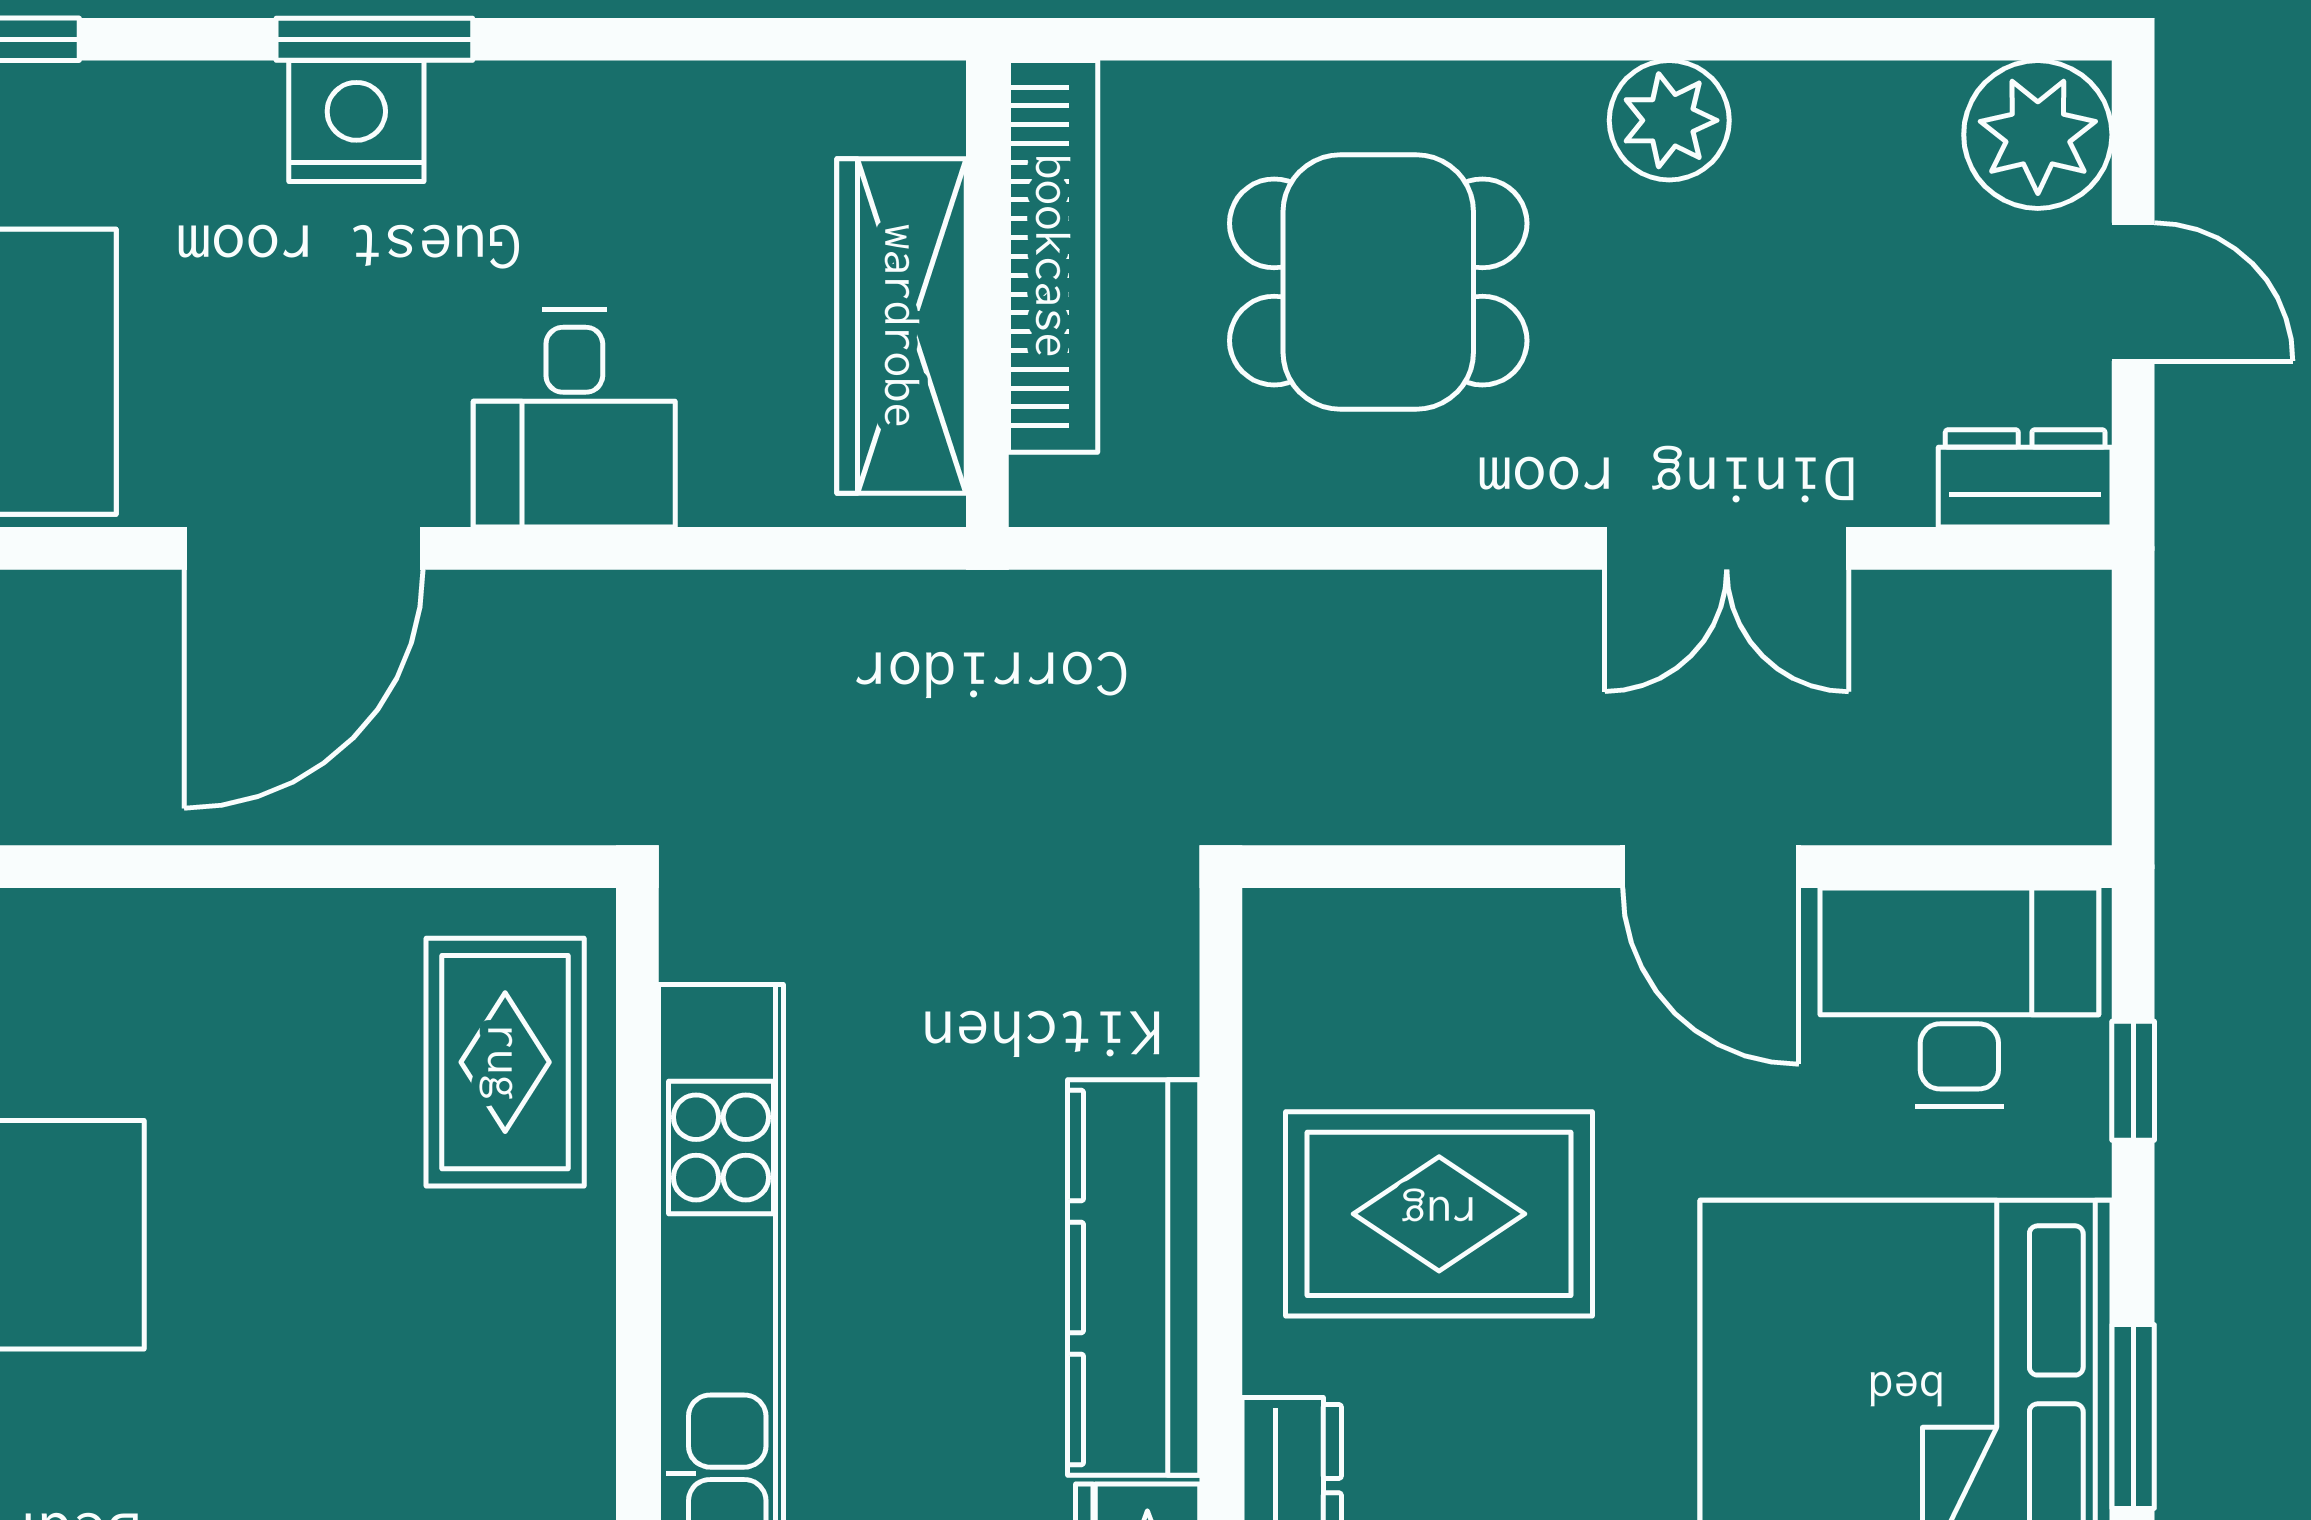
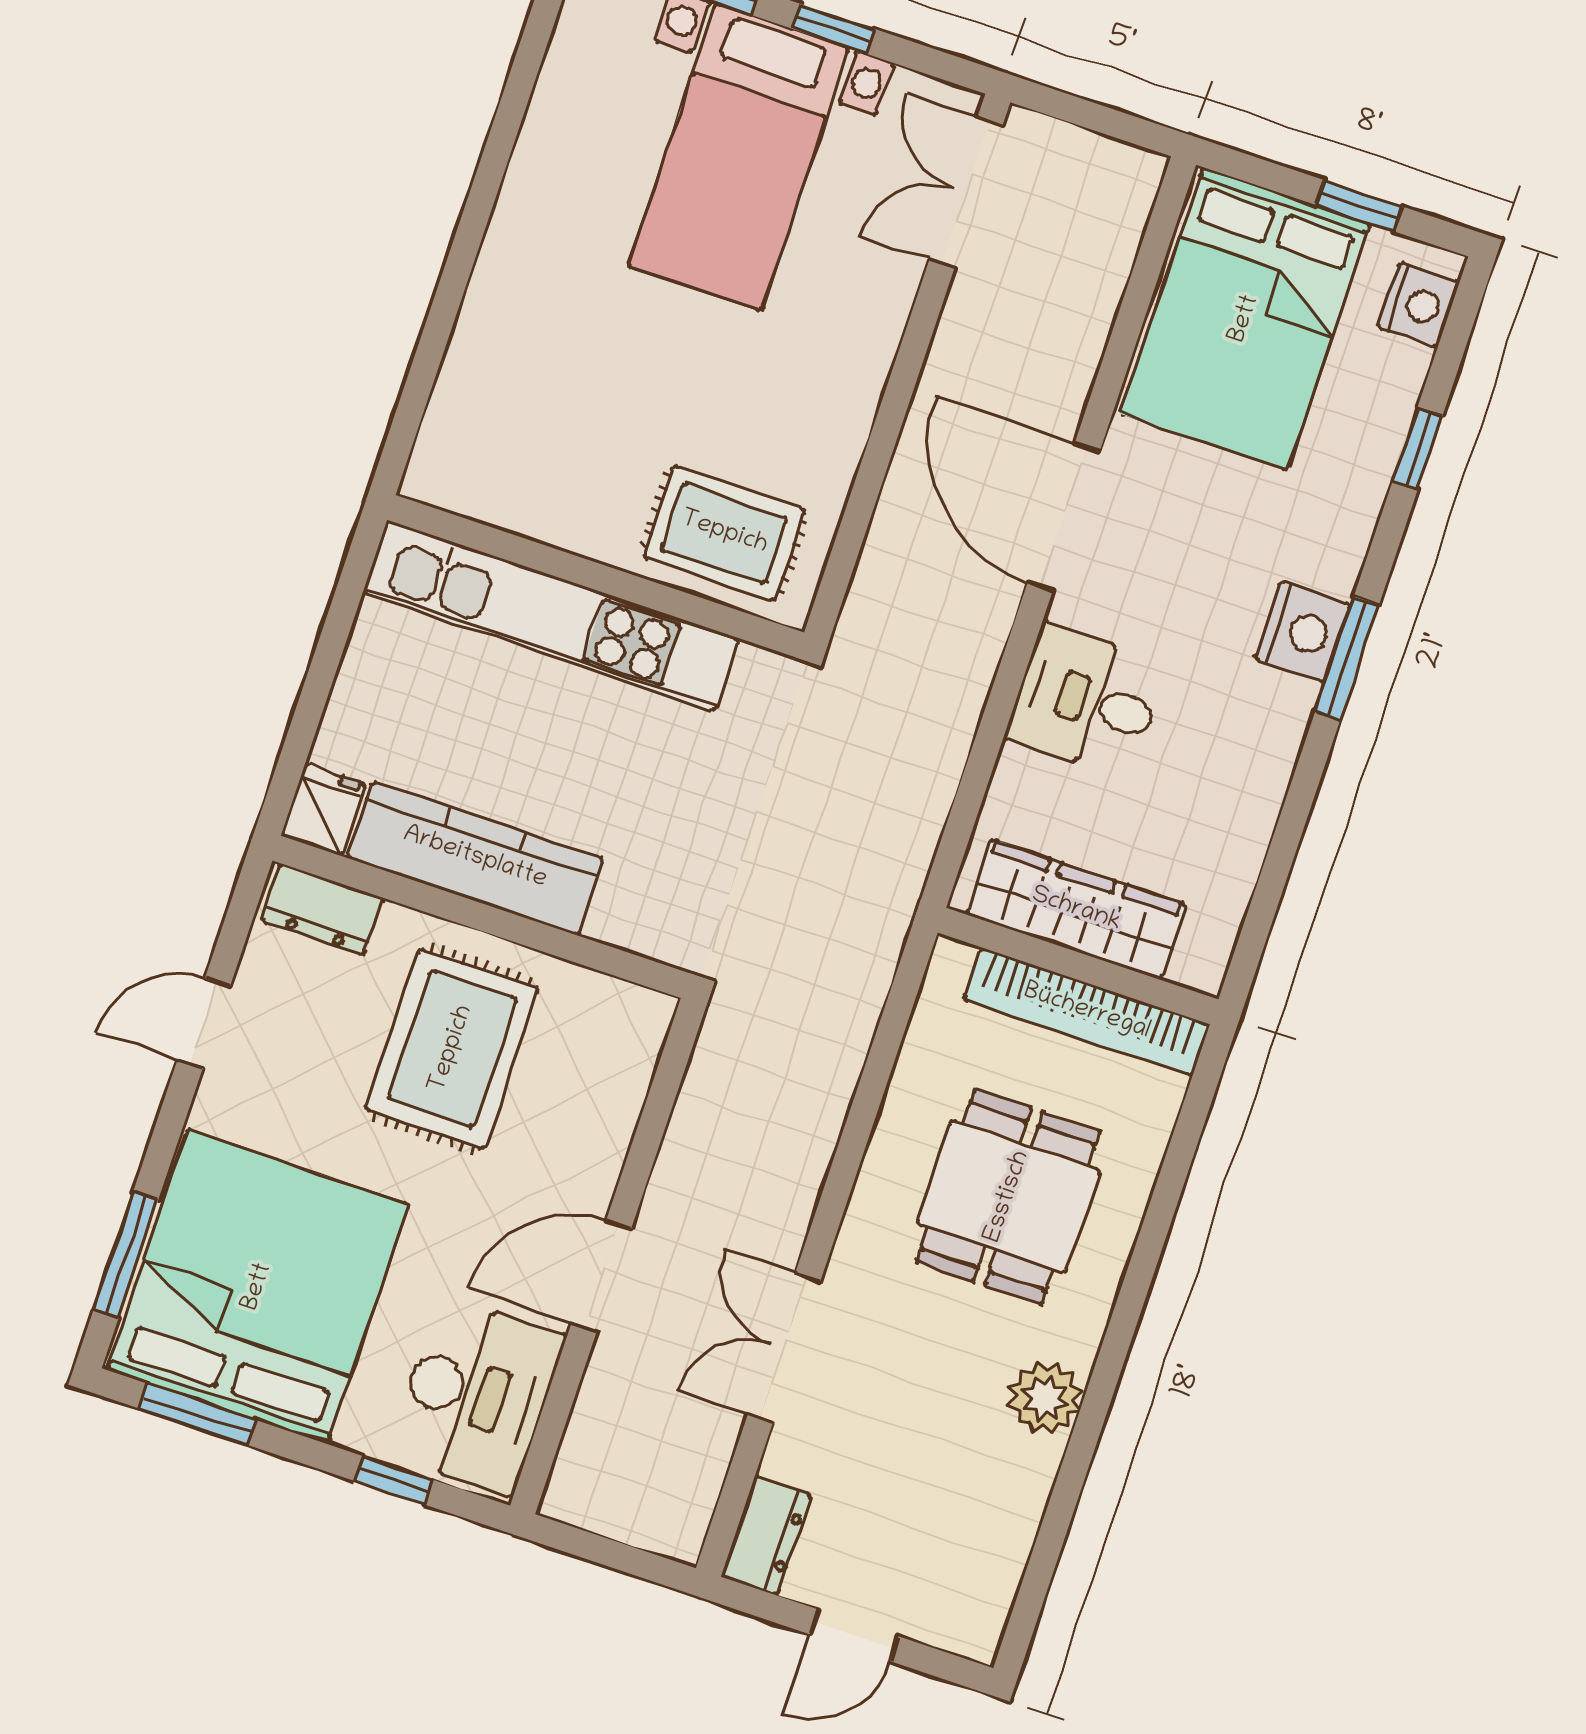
plant: (2038, 135) -> (965, 1611), removed

